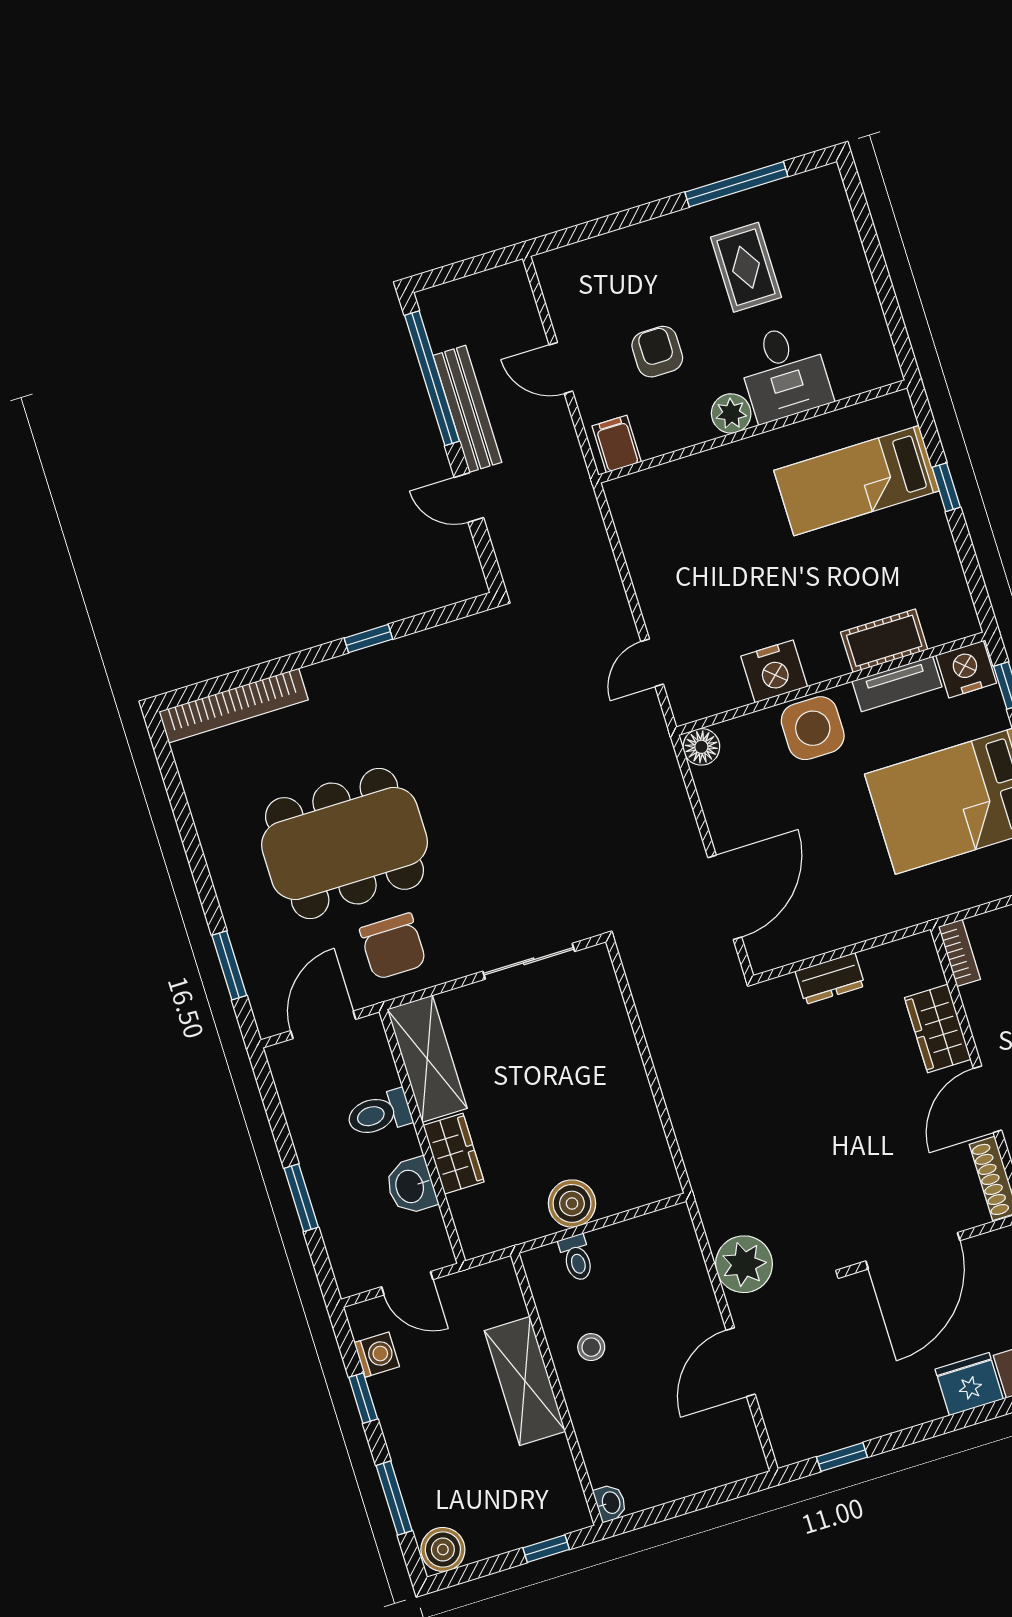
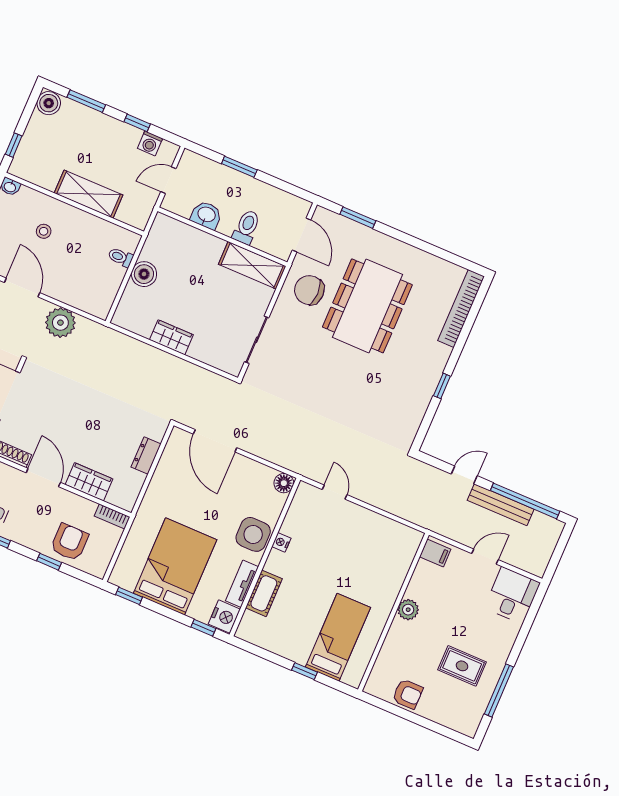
armchair: (657, 352) -> (408, 694), moved
desk: (784, 373) -> (512, 595), moved, turned 90
nightstand: (774, 671) -> (281, 542), width x0.53, depth x0.56
wardrobe: (454, 1154) -> (171, 337), moved, turned 180
stool: (591, 1347) -> (44, 231), moved

